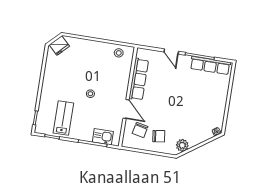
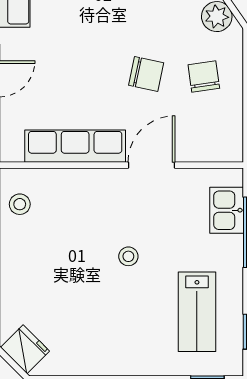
lab bench: (63, 118) -> (197, 312), turned -90
chair: (140, 130) -> (146, 74), moved

